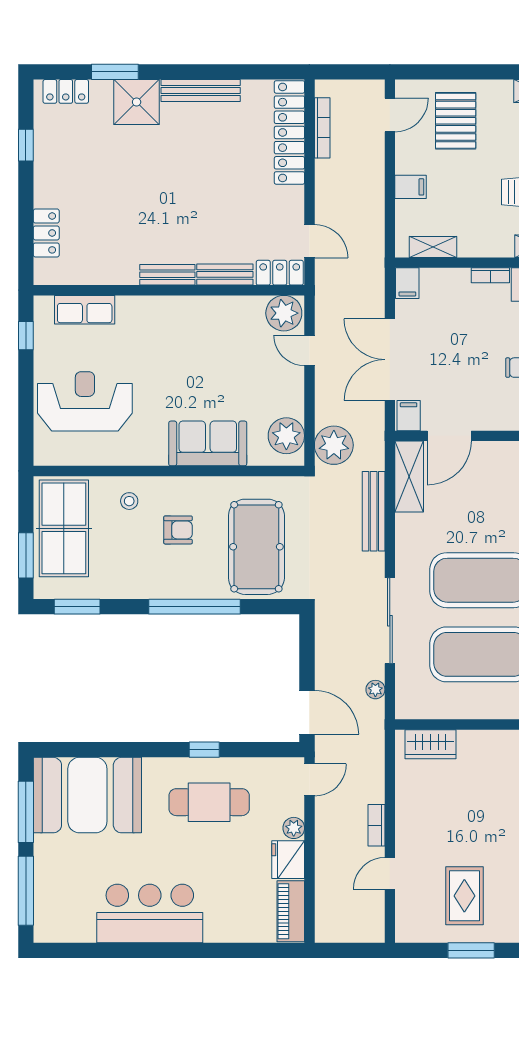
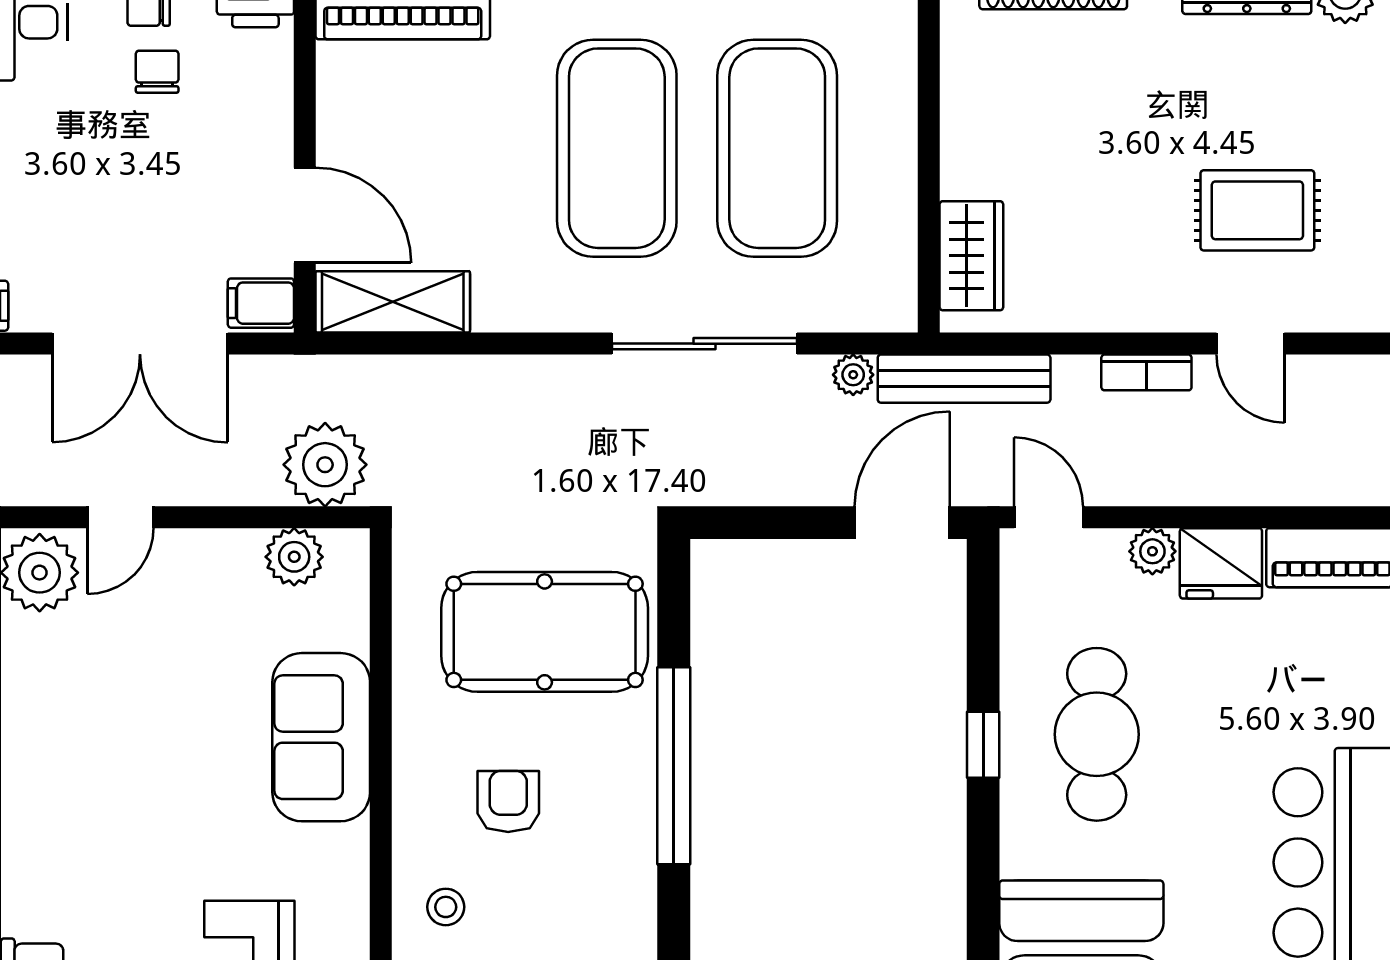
plant: (286, 436) -> (294, 557), width x0.73, depth x0.73
bench: (374, 511) -> (964, 379), moved
rug: (464, 896) -> (1257, 210), moved

